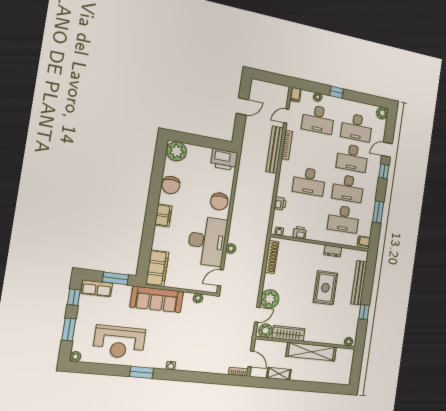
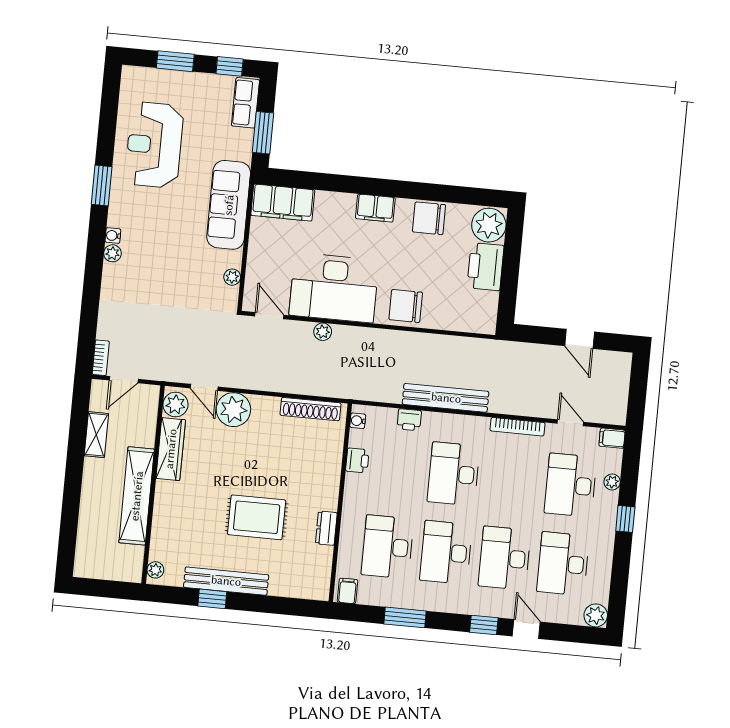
bench: (275, 150) -> (446, 398), moved
printer: (224, 160) -> (485, 267), moved
bench: (359, 283) -> (226, 581), moved
plant: (75, 357) -> (112, 253), moved

